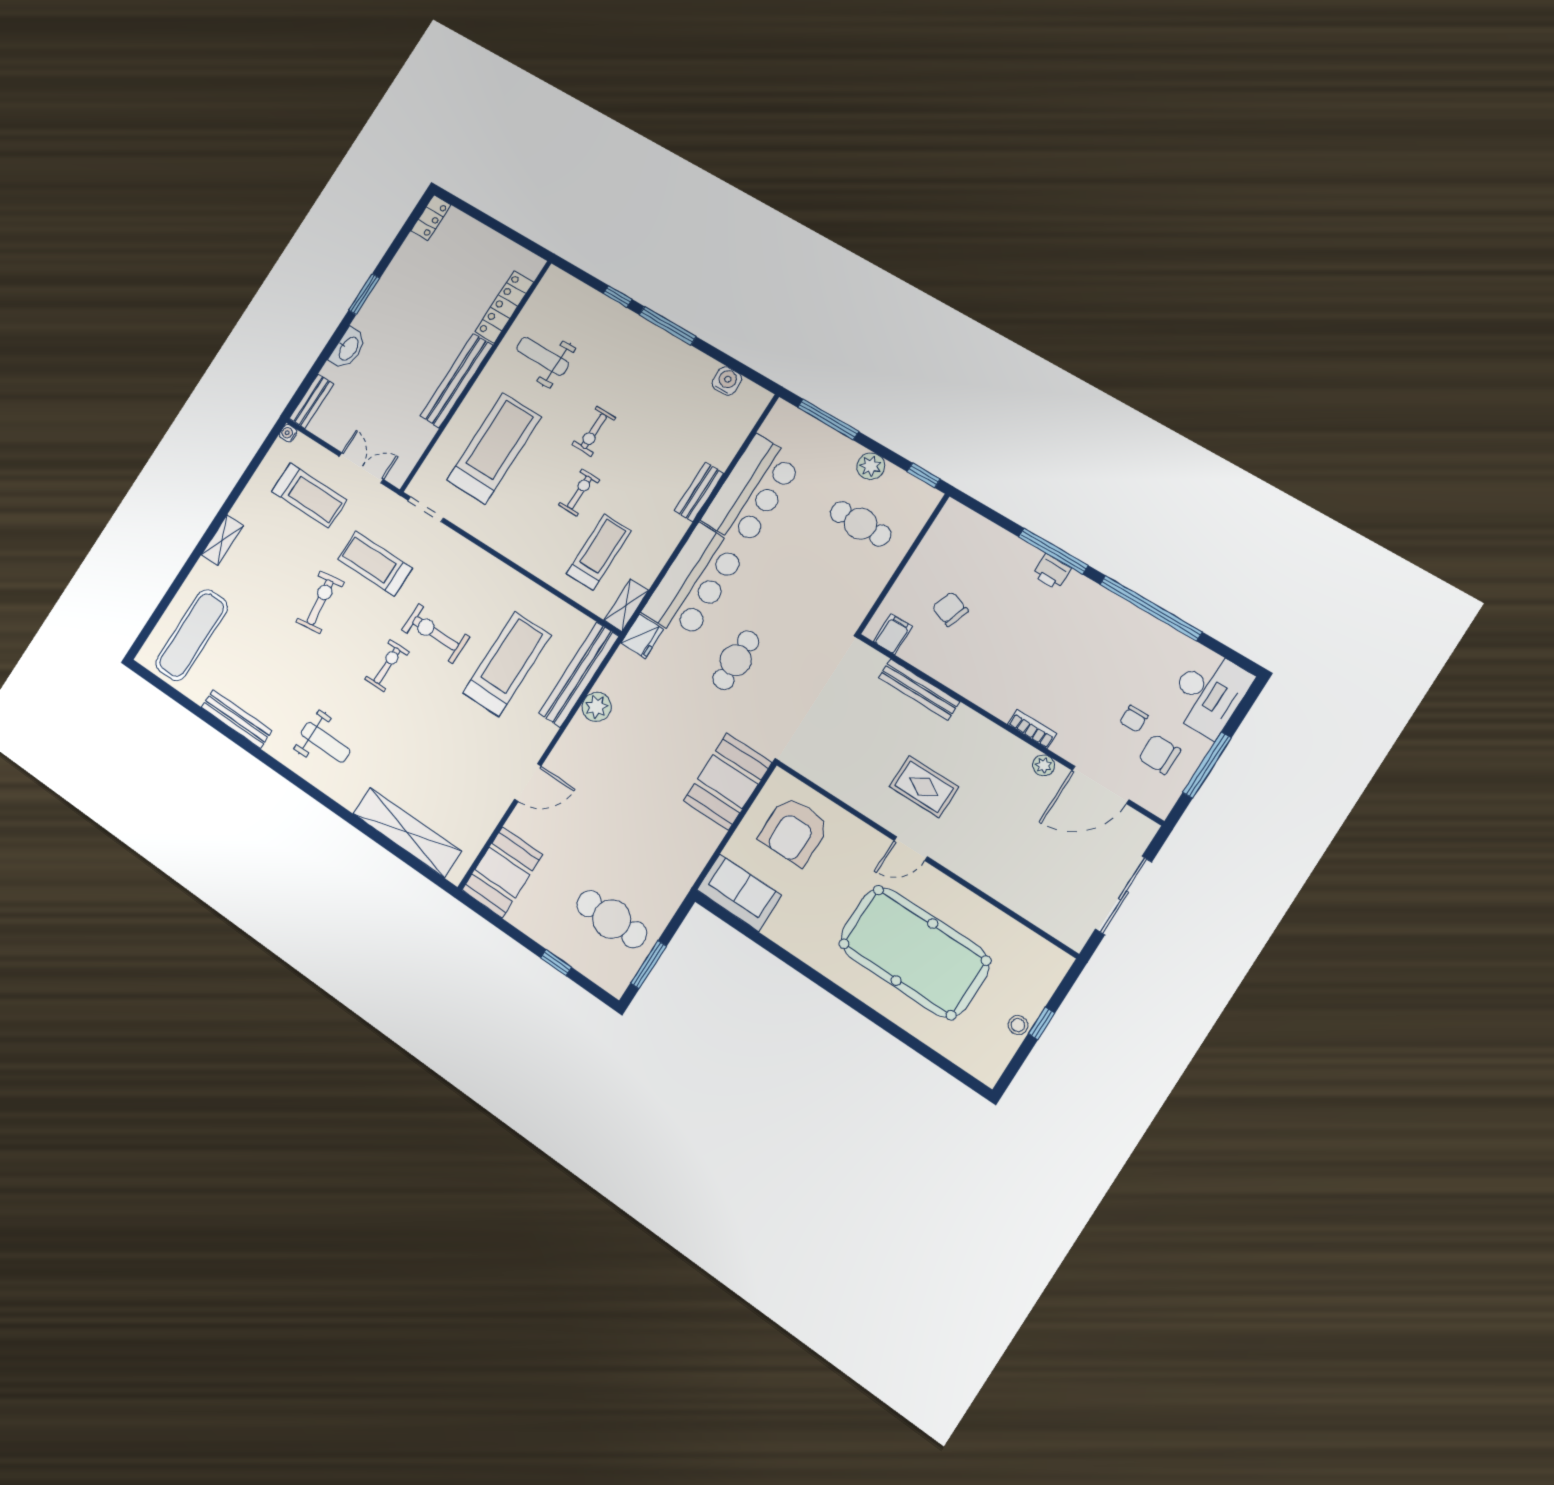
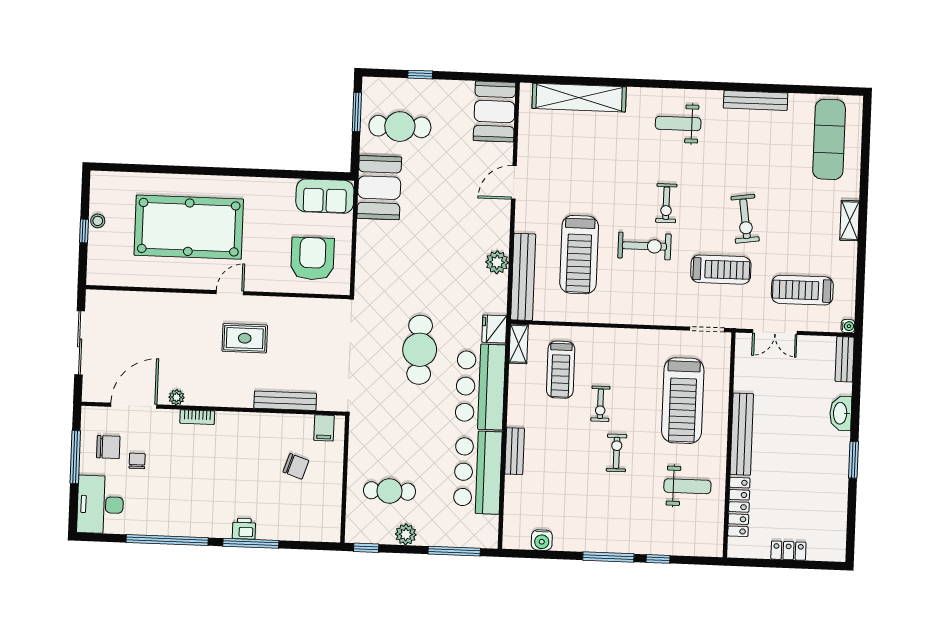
locker: (431, 218) -> (788, 551), moved, turned 90
cafe table: (736, 660) -> (420, 350), width x1.37, depth x1.35
booth: (728, 782) -> (379, 188), moved

